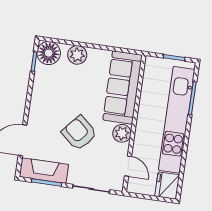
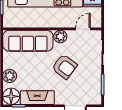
armchair: (79, 133) -> (64, 67), turned -94
fireplace: (44, 171) -> (37, 98), moved, turned 90

